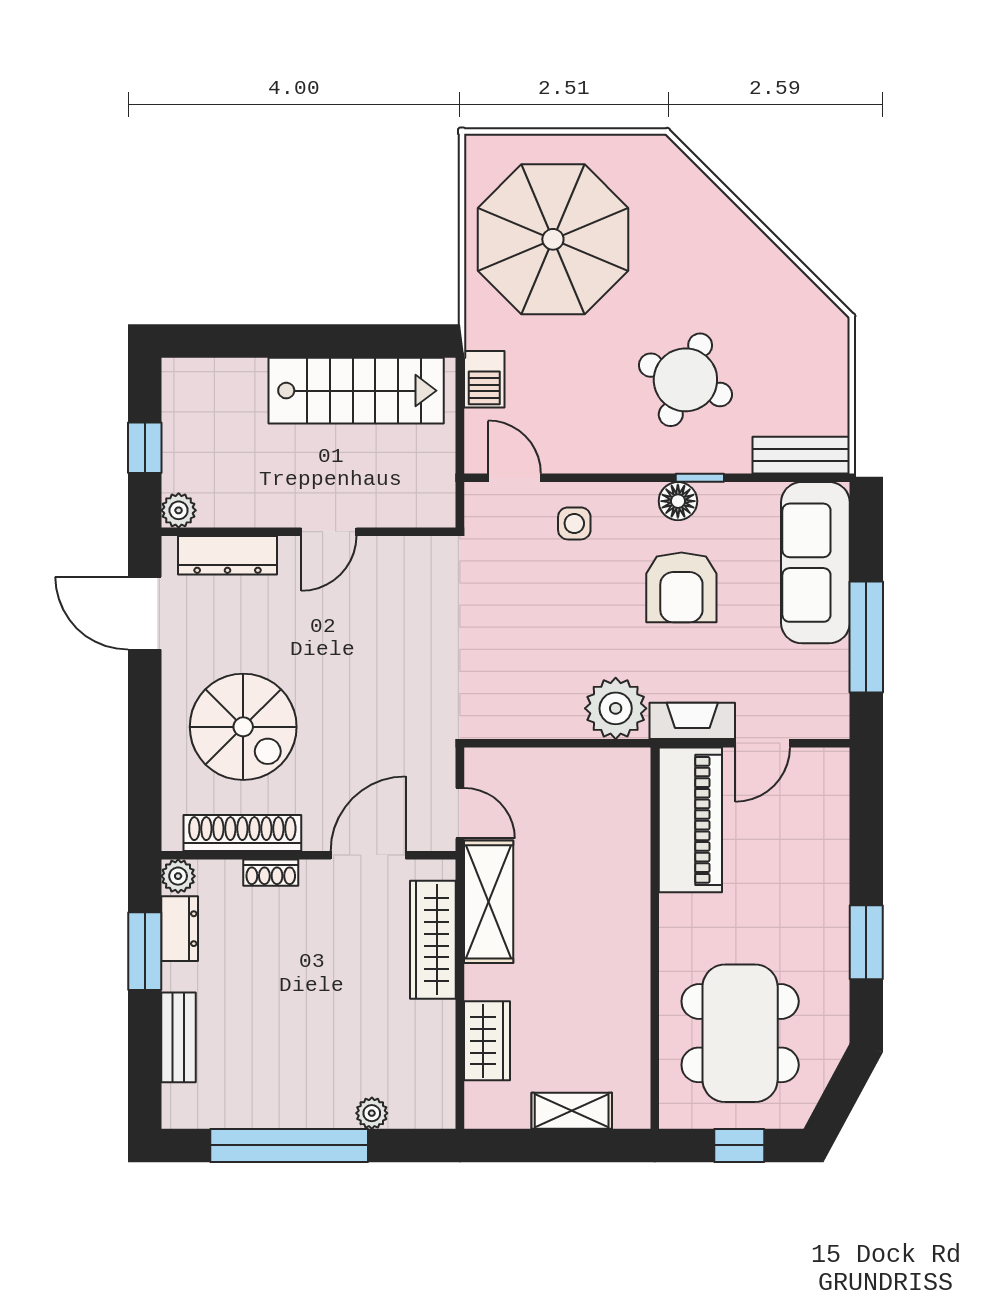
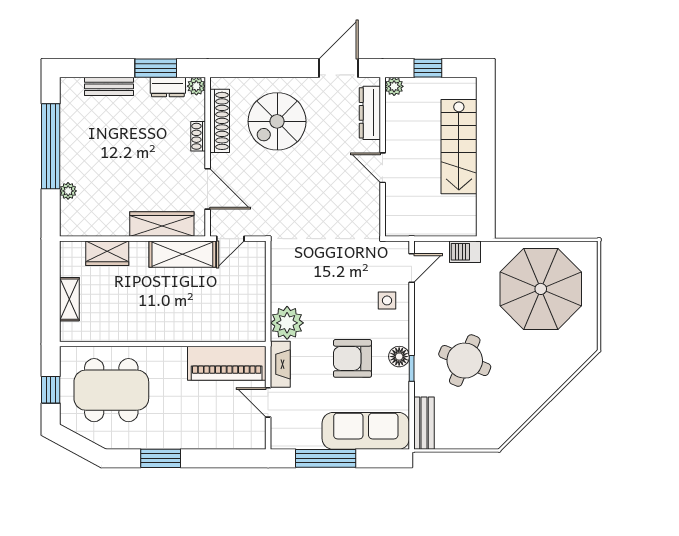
stairs: (356, 391) -> (459, 147), moved

